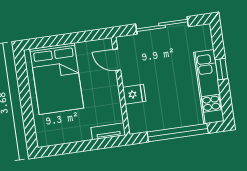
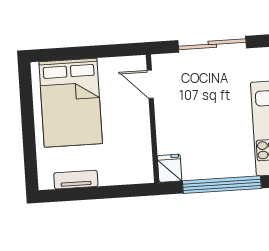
fridge: (134, 94) -> (170, 168), moved, turned -90
tv unit: (108, 131) -> (76, 180), moved

